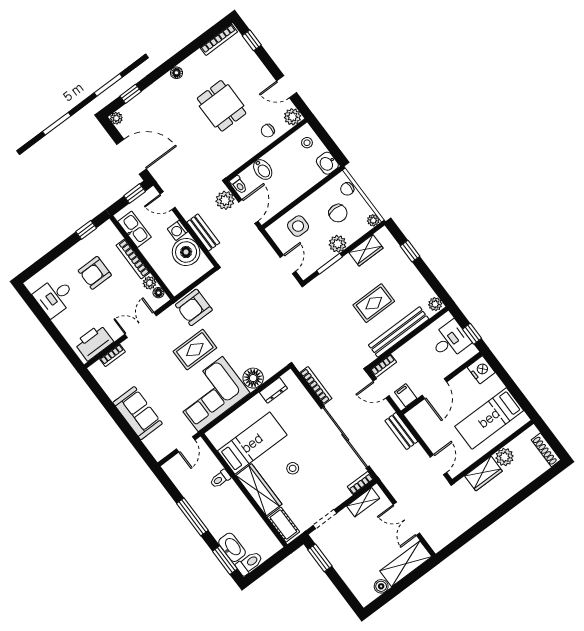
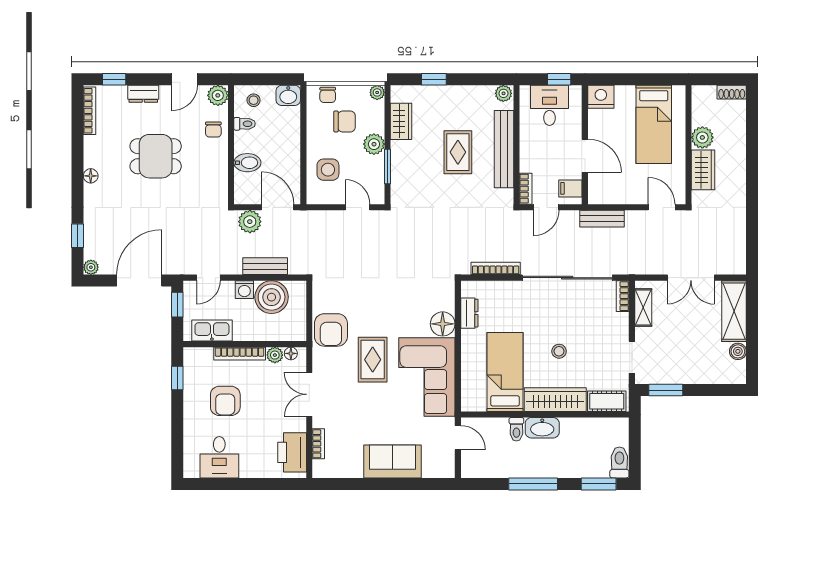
dresser: (257, 67) -> (143, 94), added
toilet: (239, 185) -> (245, 124), moved
shoe rack: (546, 450) -> (732, 92), width x0.70
washbasin: (232, 547) -> (542, 428), moved, turned 180

